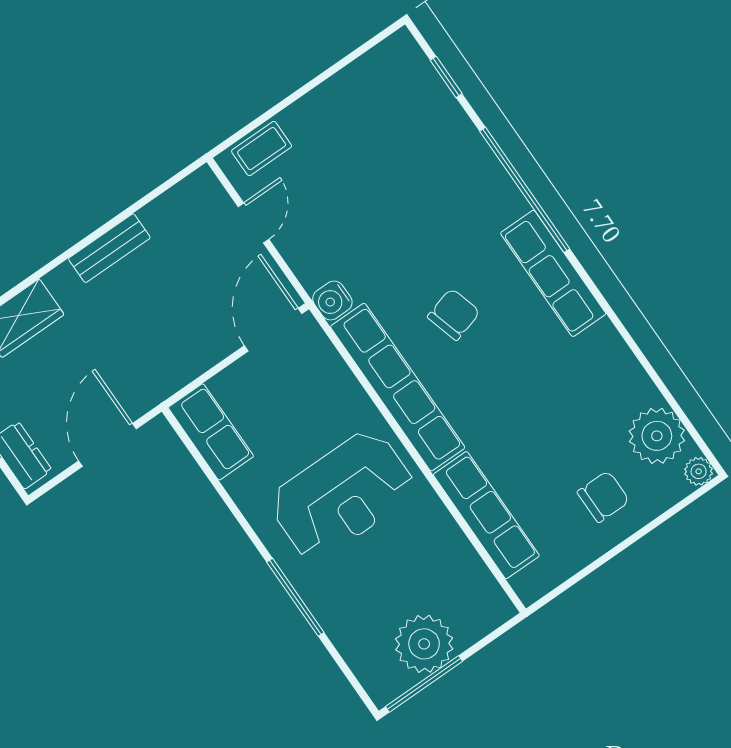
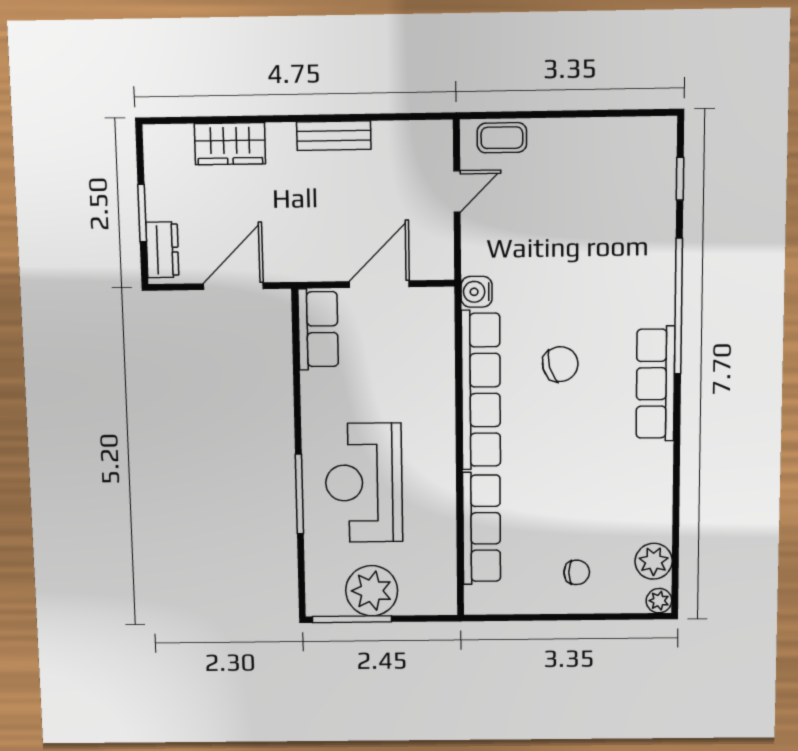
door: (273, 330) -> (379, 284), moved
plant: (657, 436) -> (654, 561), width x0.73, depth x0.73
reception desk: (342, 495) -> (364, 483), moved, turned 90
chair: (603, 497) -> (577, 572), width x0.73, depth x0.73

